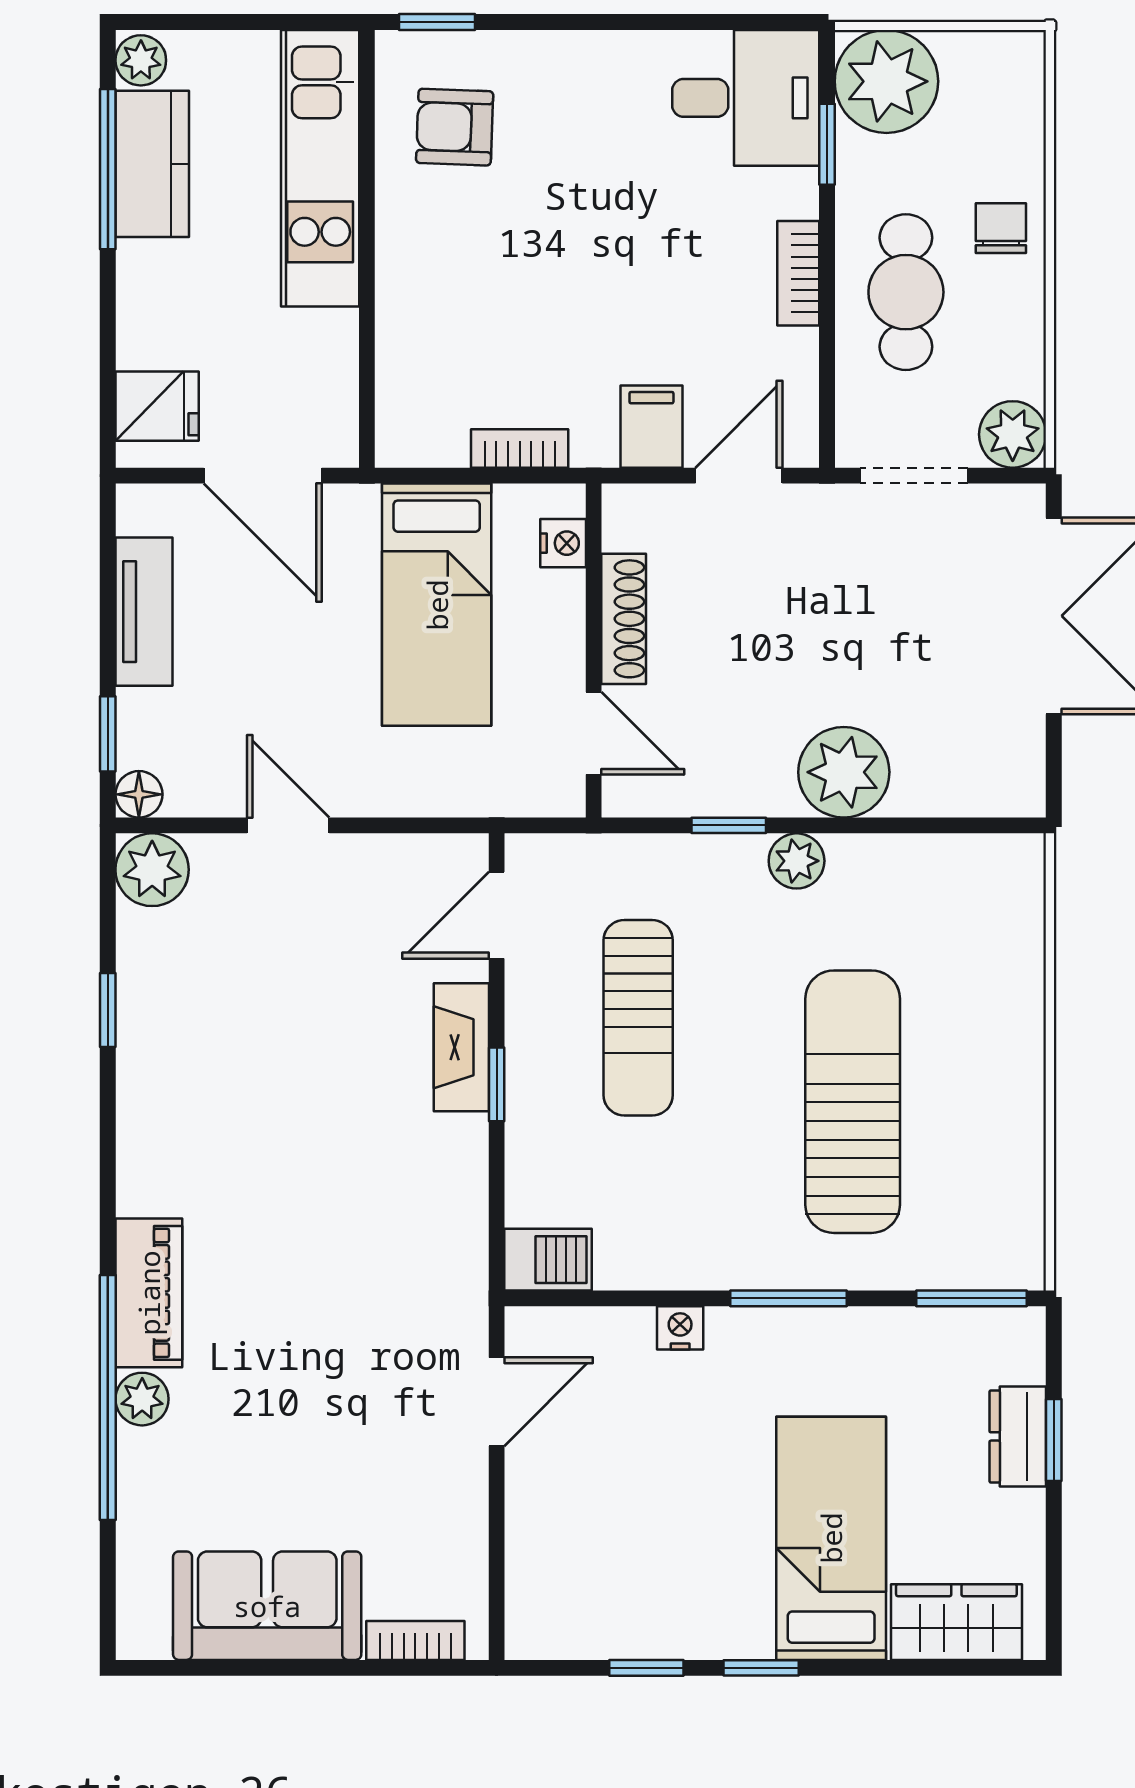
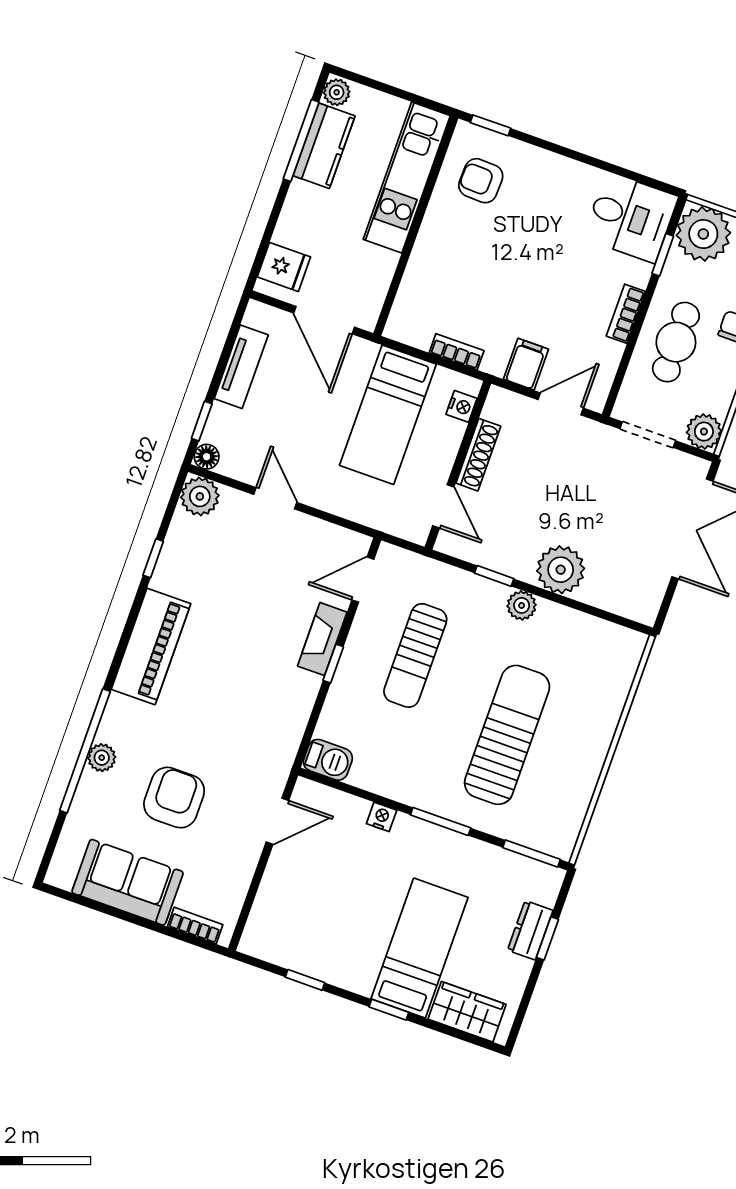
piano: (149, 1293) -> (151, 646), moved, width x1.37, depth x1.33
armchair: (297, 1425) -> (174, 798), added
window: (761, 1668) -> (389, 1010), moved

